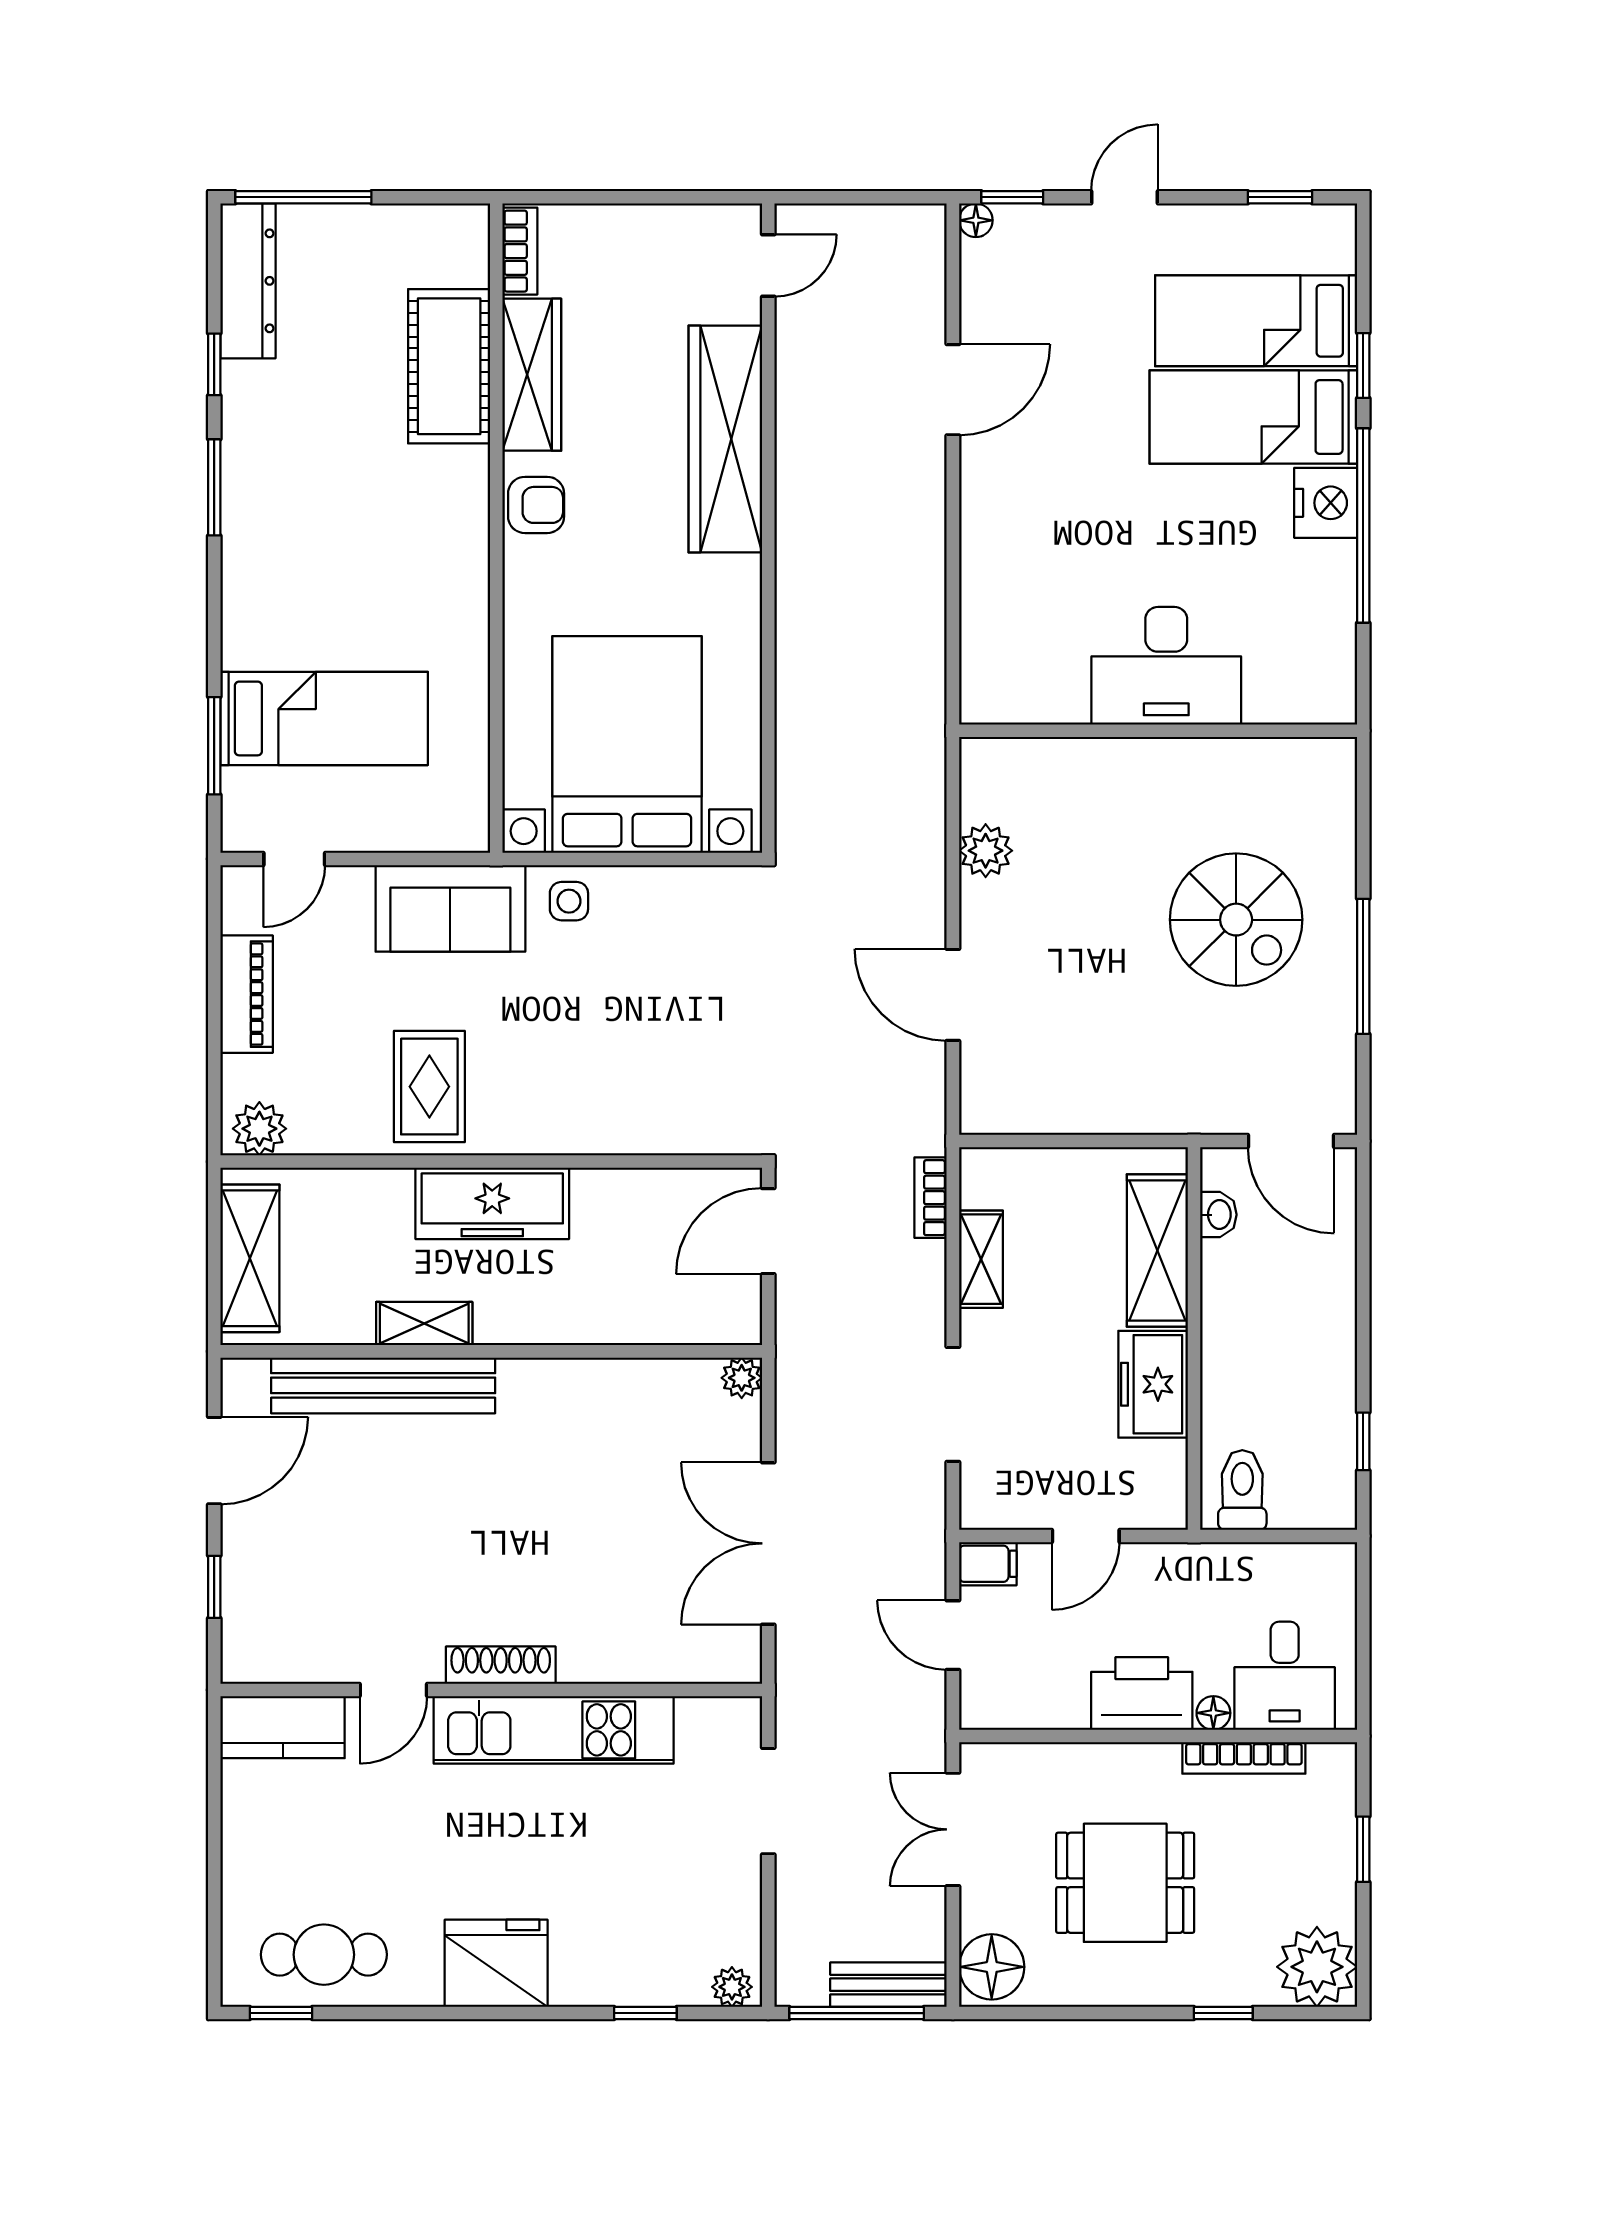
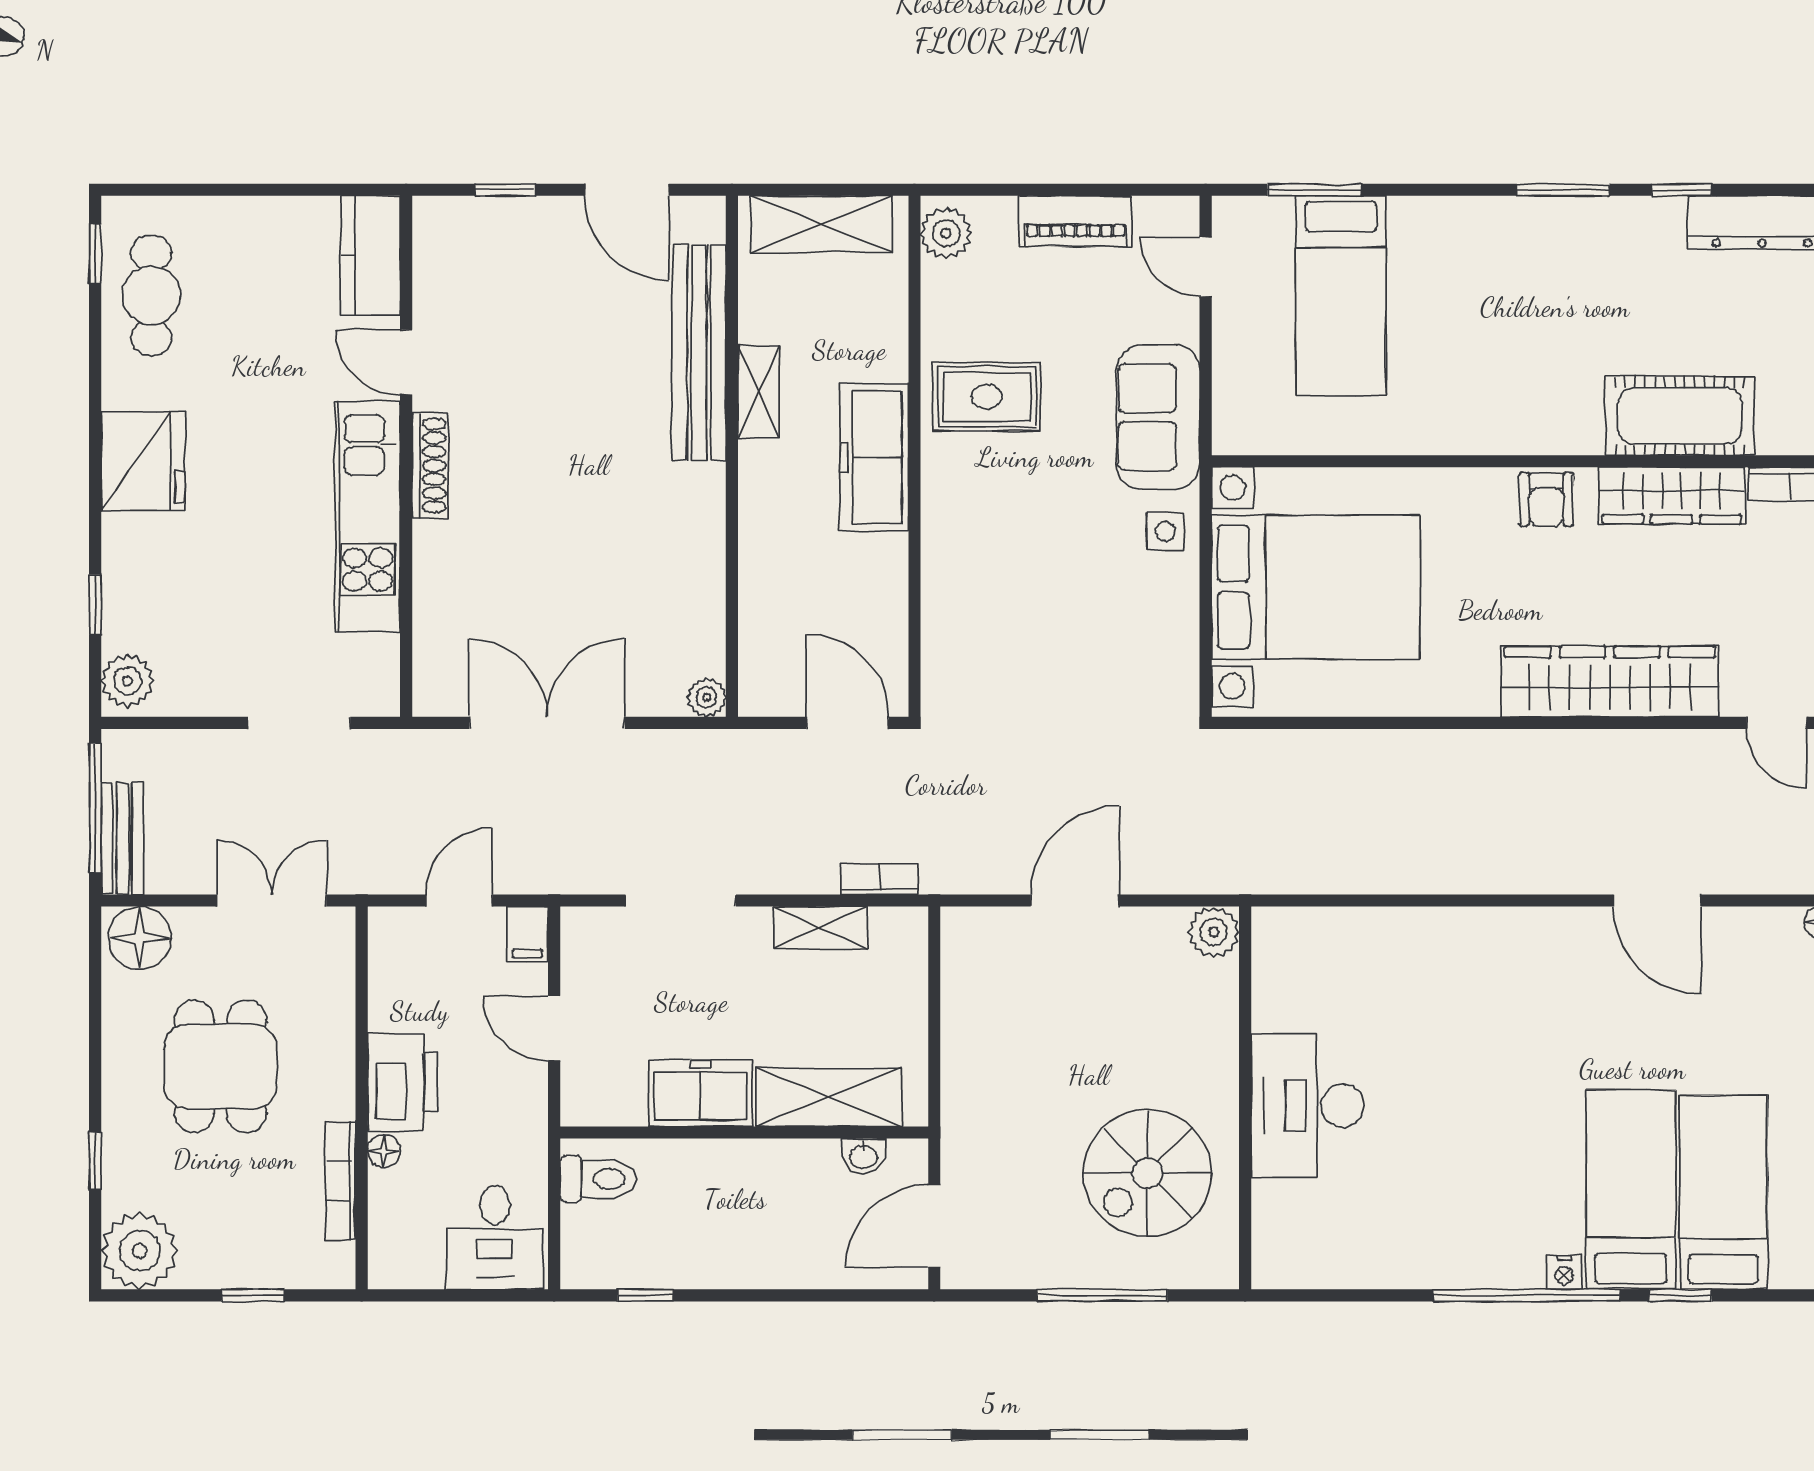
nightstand: (1326, 503) -> (1564, 1273), width x0.53, depth x0.56
desk: (1166, 666) -> (1308, 1106), moved
wall: (1158, 731) -> (1245, 1098), moved
desk: (1285, 1676) -> (495, 1237), moved, turned -90
plant: (732, 1987) -> (128, 681), width x1.38, depth x1.38

